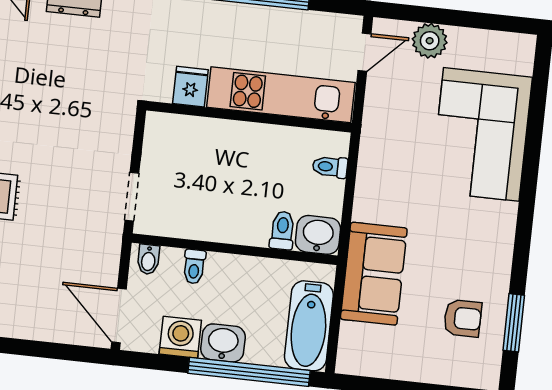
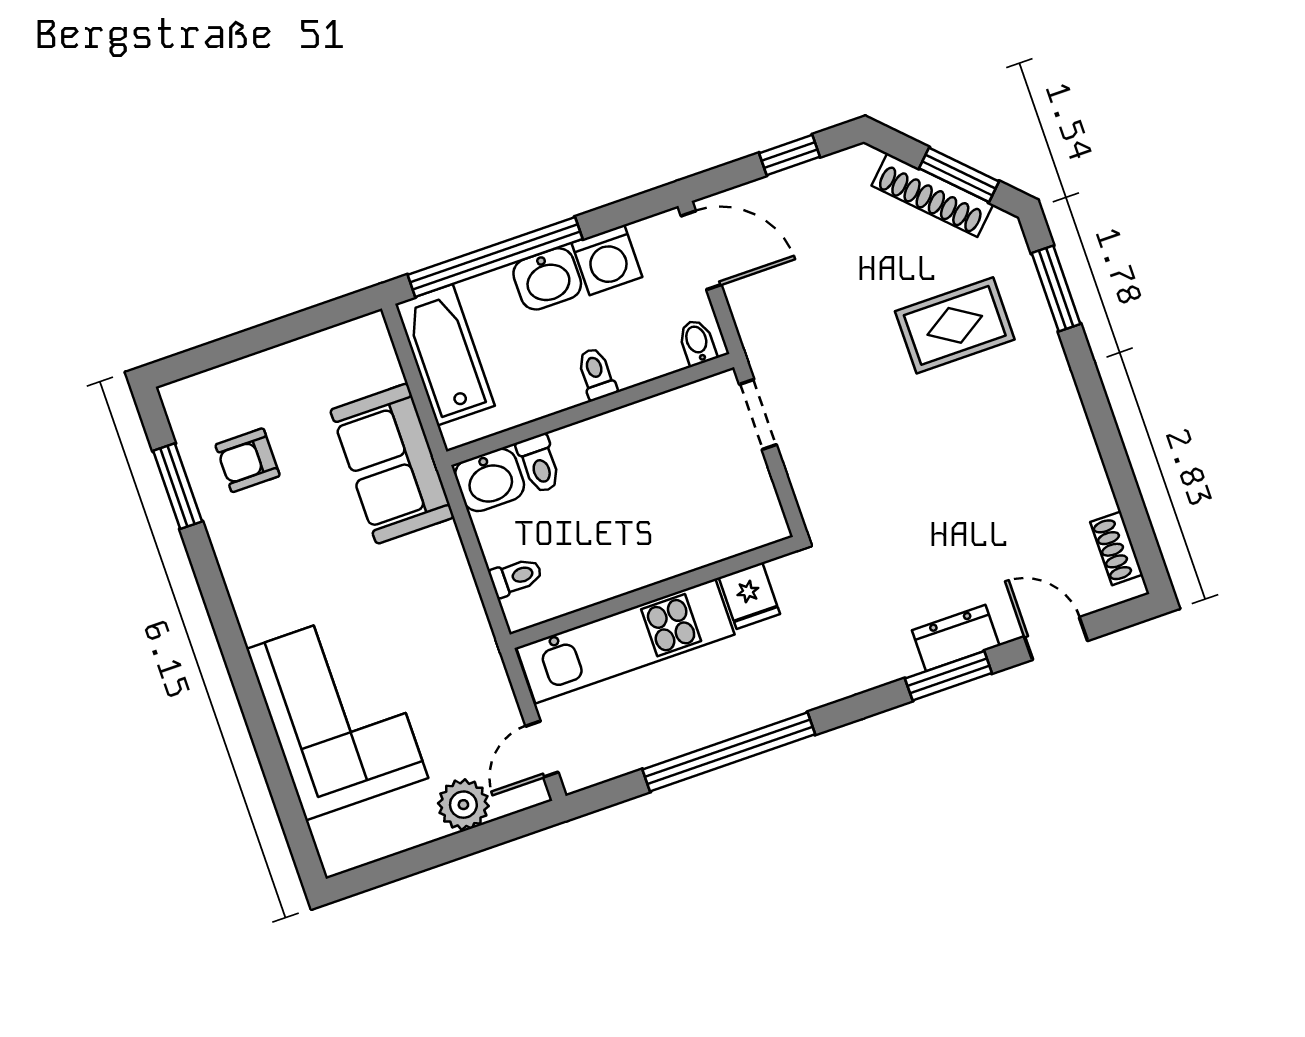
toilet: (194, 267) -> (596, 374), moved
window: (36, 349) -> (790, 155), added

